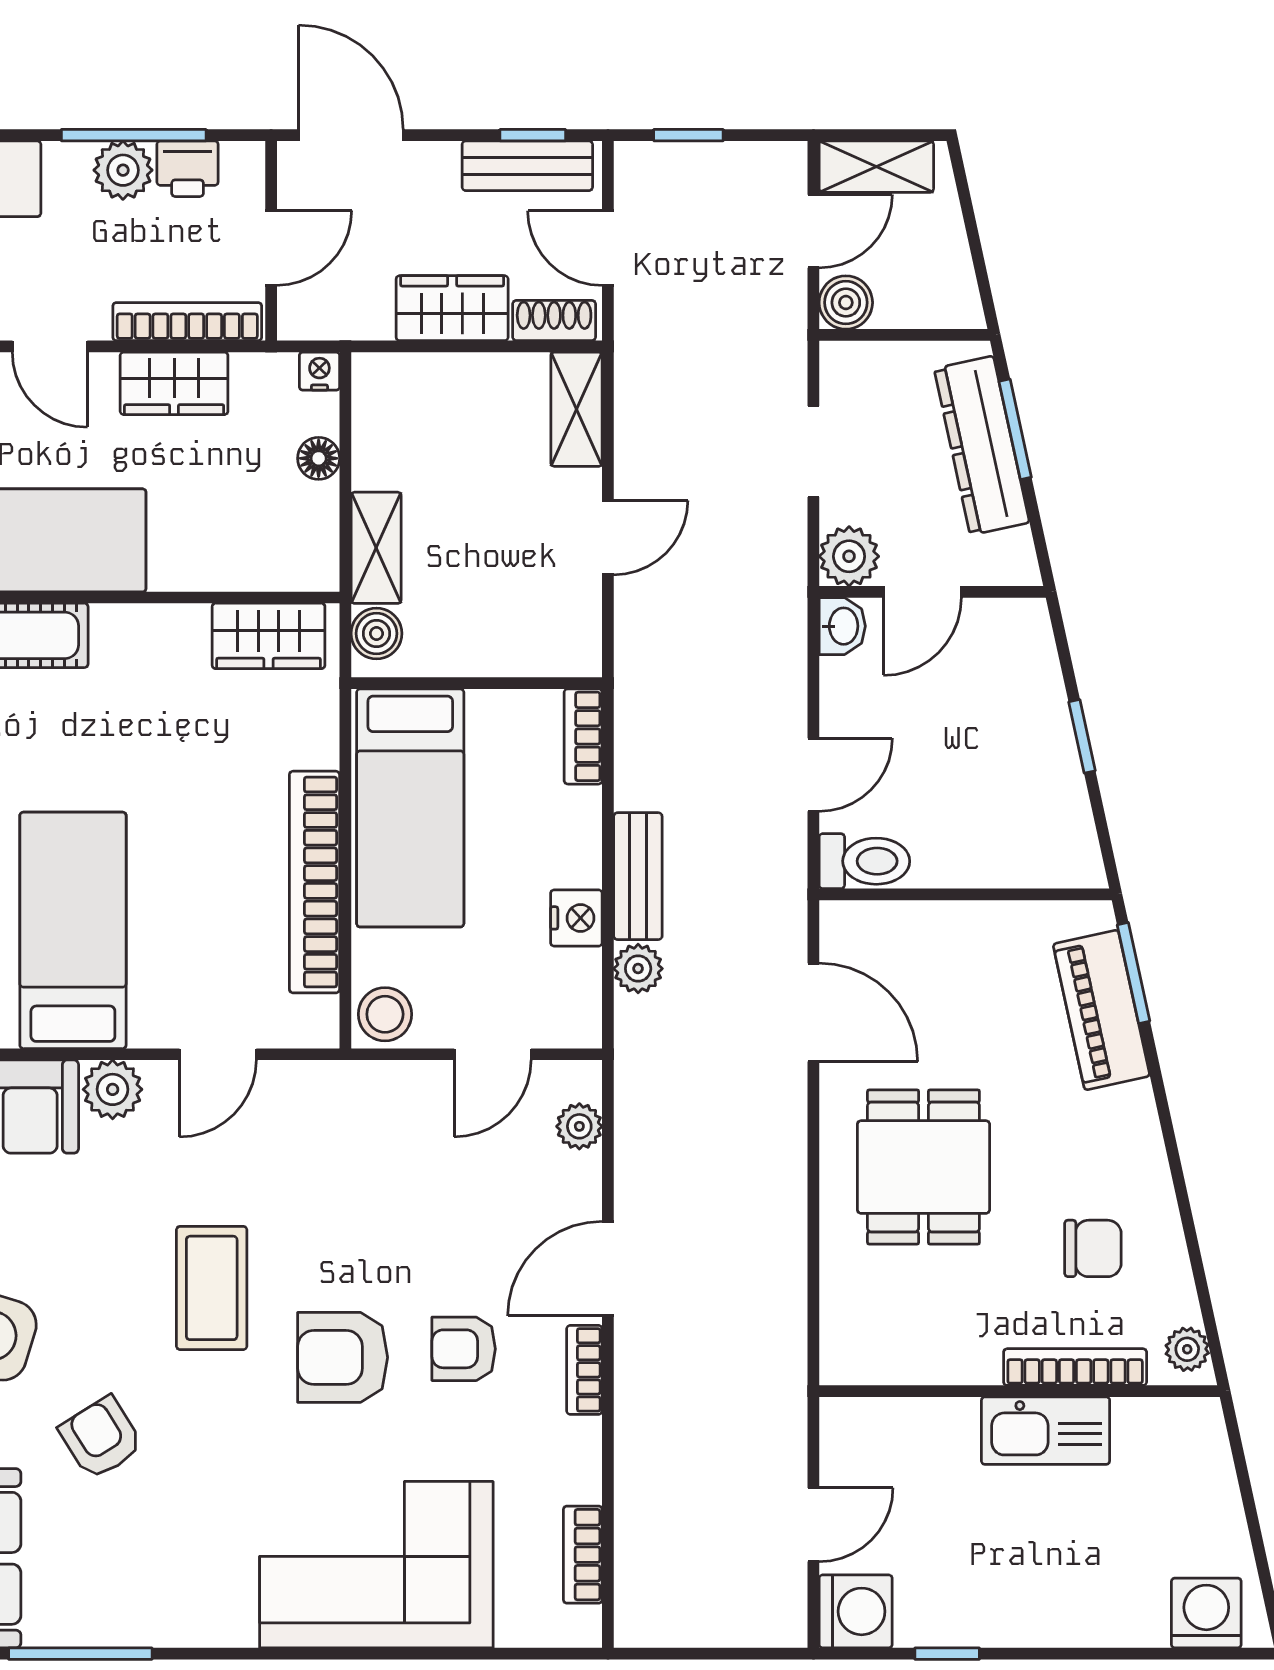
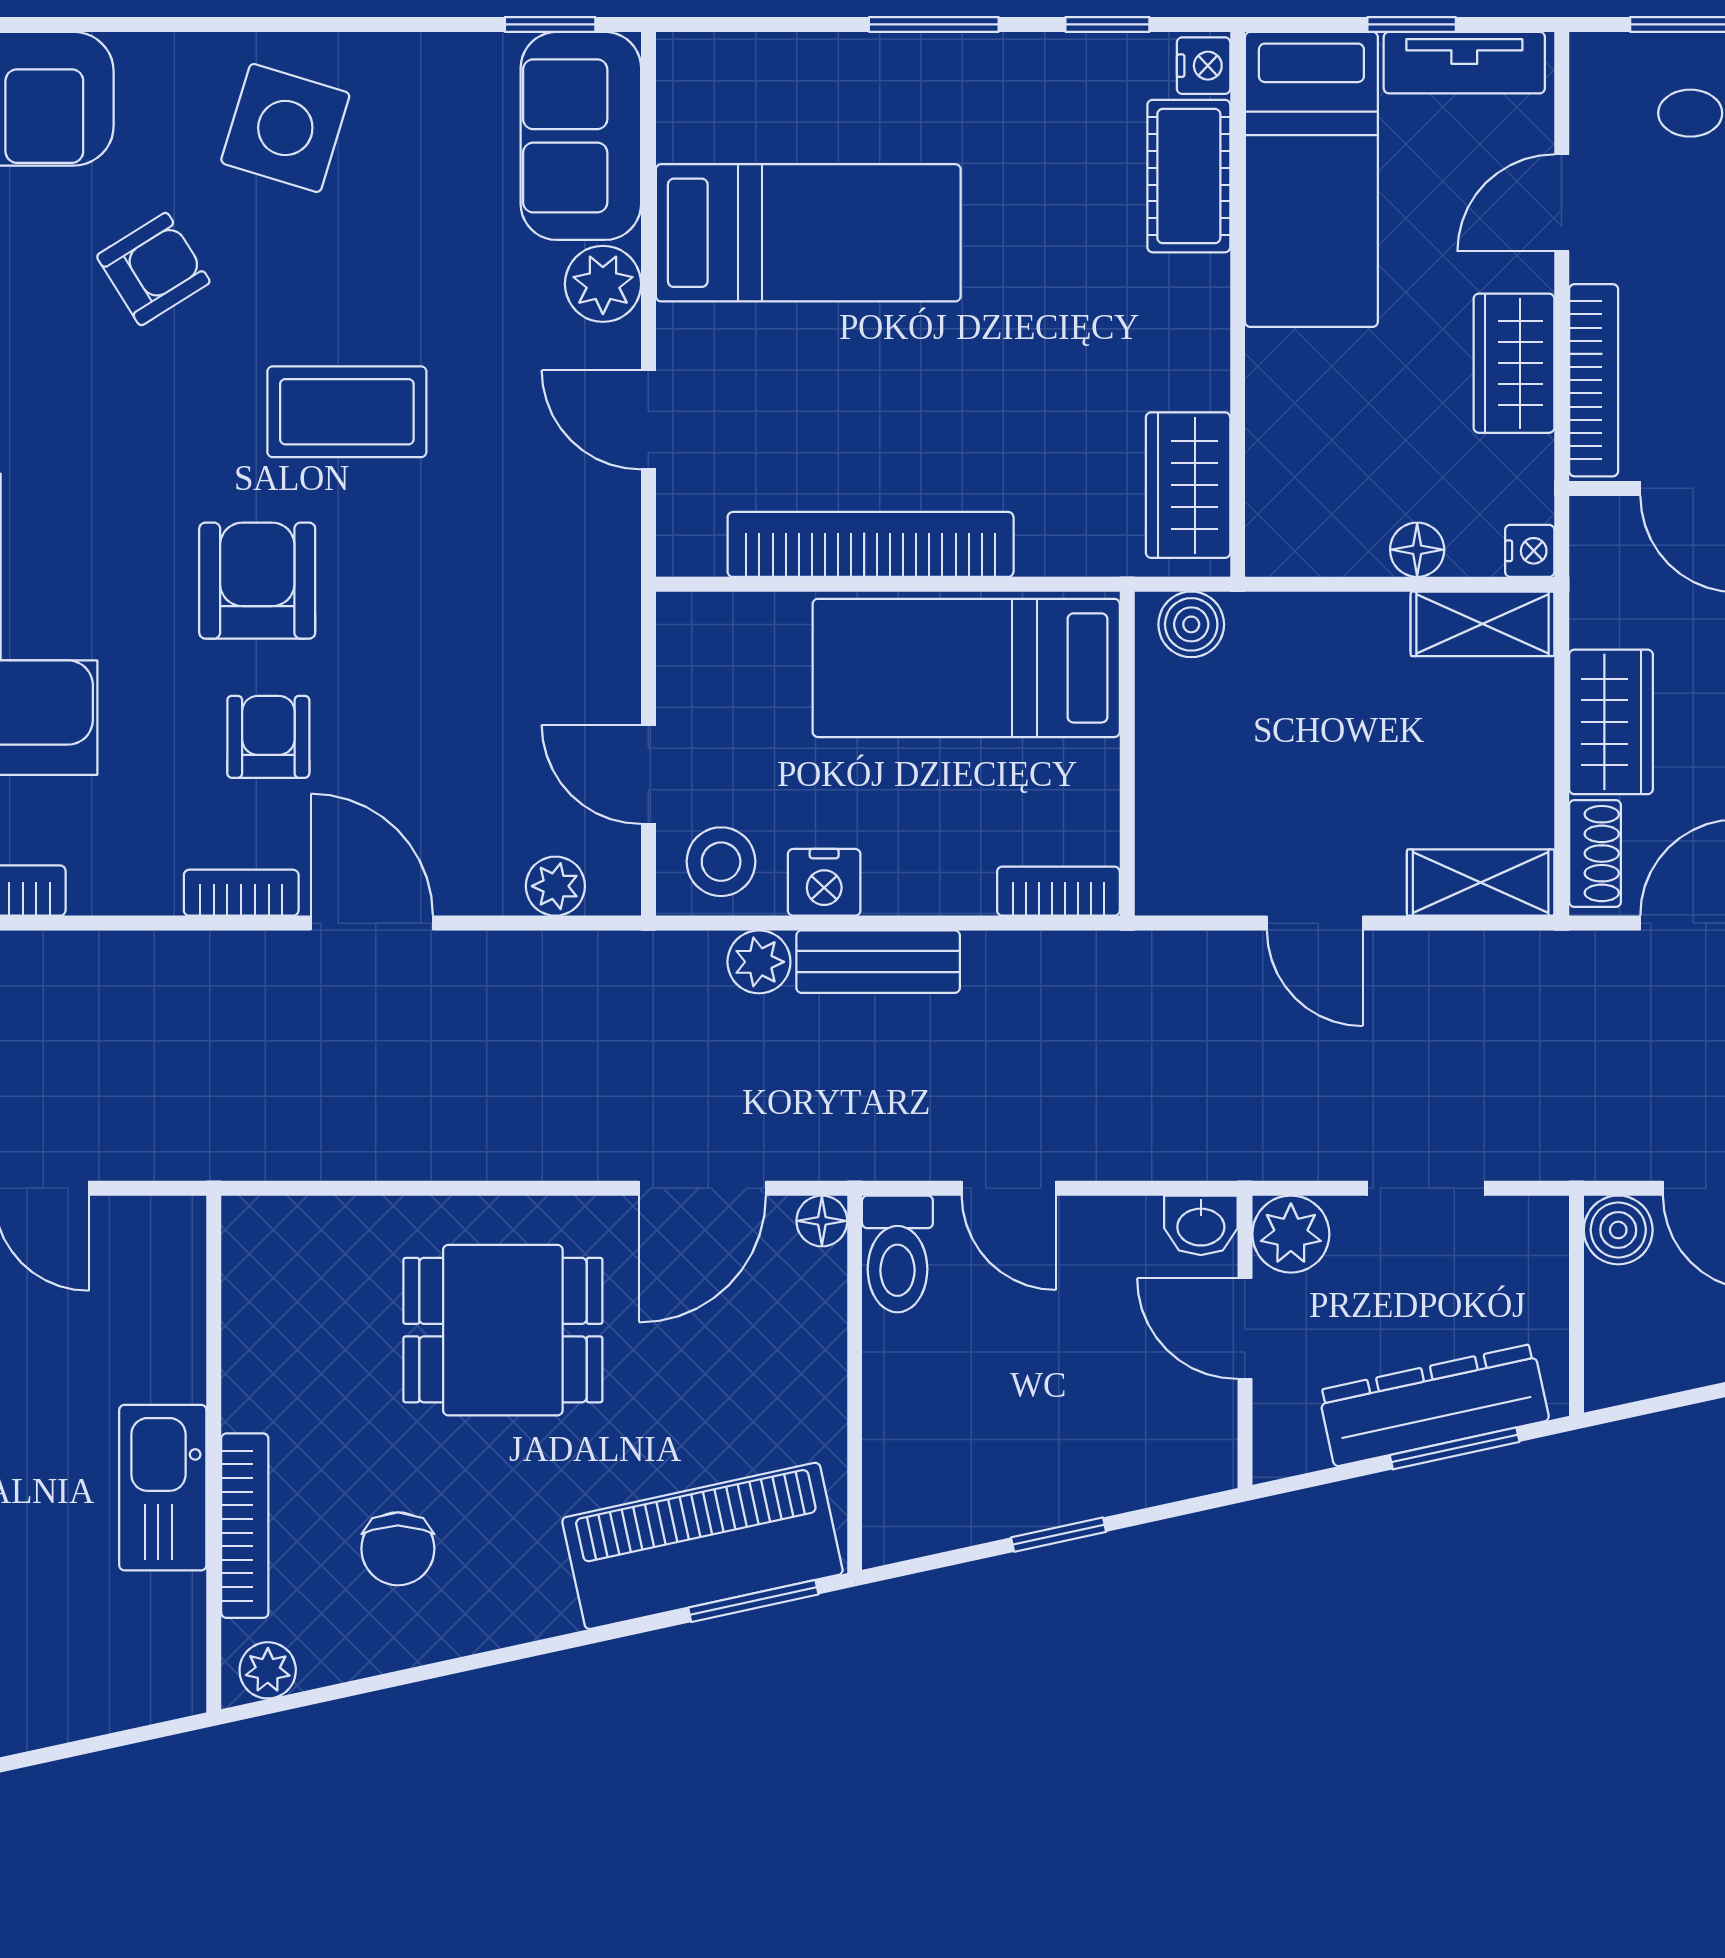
shelving: (376, 548) -> (1483, 624), moved
floor lamp: (839, 920) -> (822, 1221), added
piano: (1101, 1010) -> (702, 1546), width x1.37, depth x1.33
stool: (385, 1014) -> (721, 862), moved

